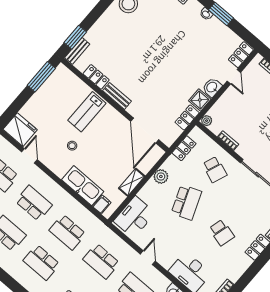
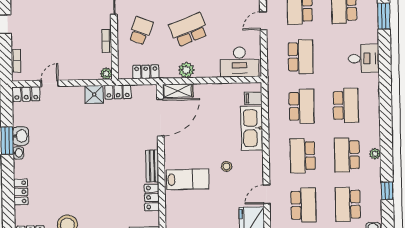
washbasin: (212, 87) -> (21, 136), moved, turned -90
shelving: (132, 182) -> (178, 91), moved

